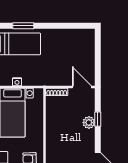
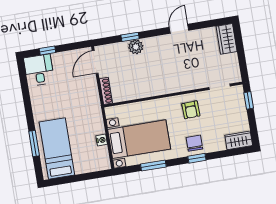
desk: (83, 40) -> (39, 70), added
window: (98, 49) -> (47, 51), added

